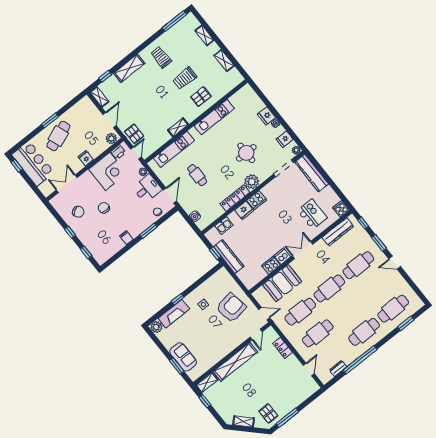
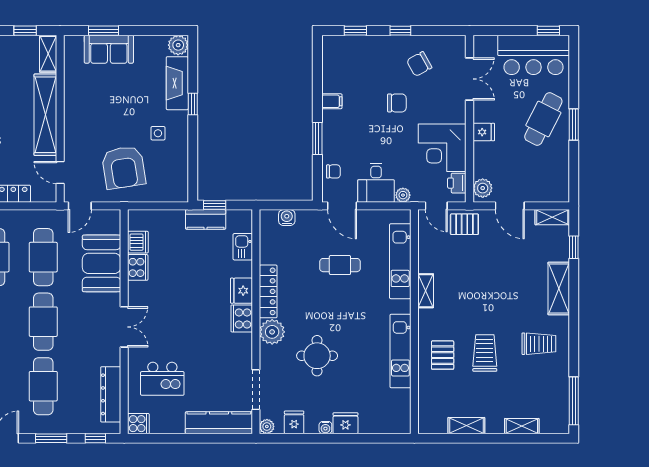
cafe table: (58, 136) -> (543, 119), turned 47
dishwasher: (282, 256) -> (138, 242), moved
kitchen counter: (229, 257) -> (206, 219), width x0.67

